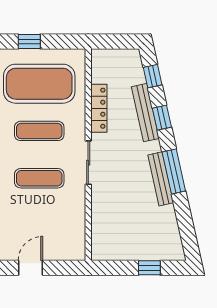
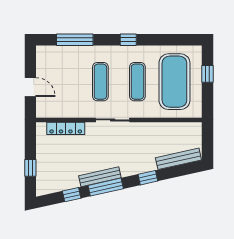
window: (153, 76) -> (72, 195), moved
locker: (99, 108) -> (66, 128), moved
bench: (145, 113) -> (178, 159), moved
door: (30, 268) -> (30, 87), moved

